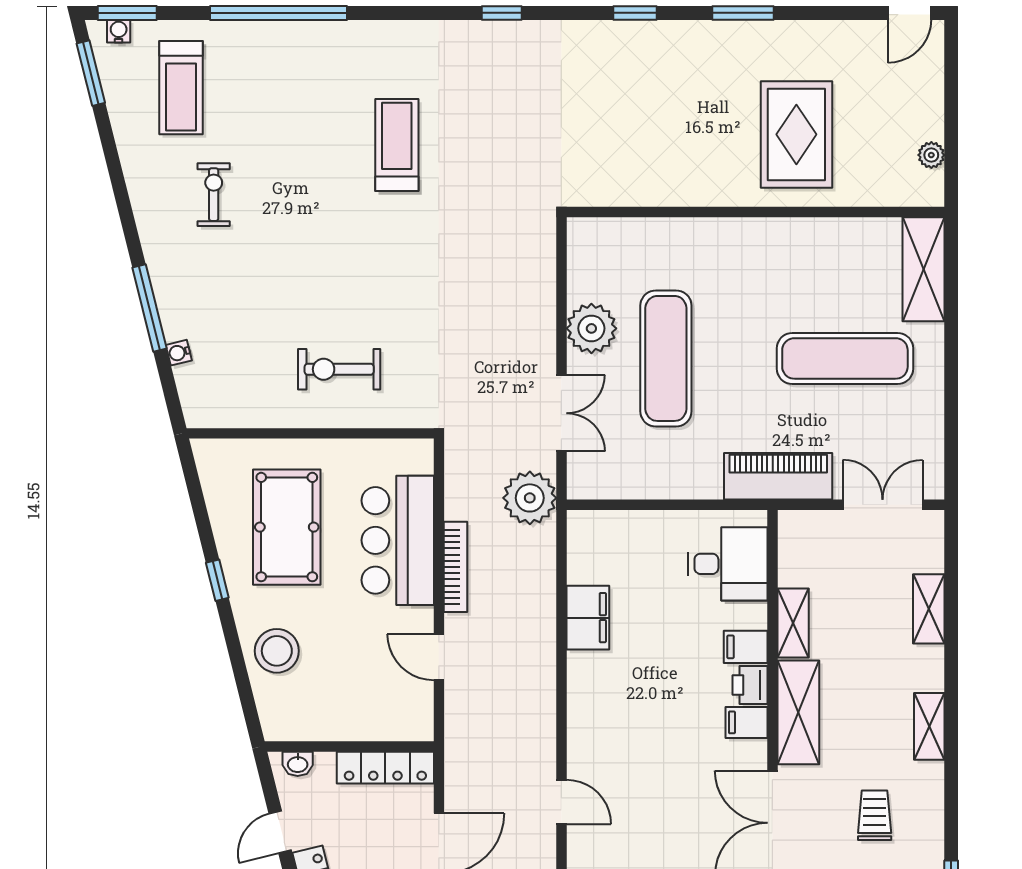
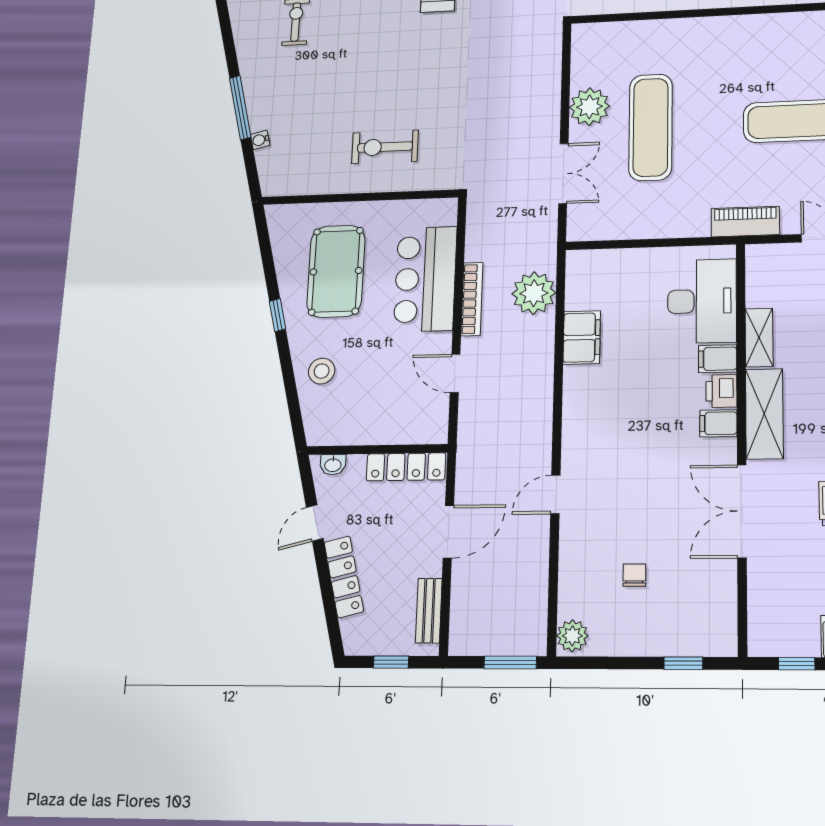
piano: (778, 476) -> (745, 222), width x0.73, depth x0.75
plant: (530, 498) -> (534, 293), moved
desk: (728, 564) -> (702, 301), width x1.37
stool: (277, 651) -> (322, 371), width x0.73, depth x0.73
door: (561, 802) -> (555, 495), swing flipped

